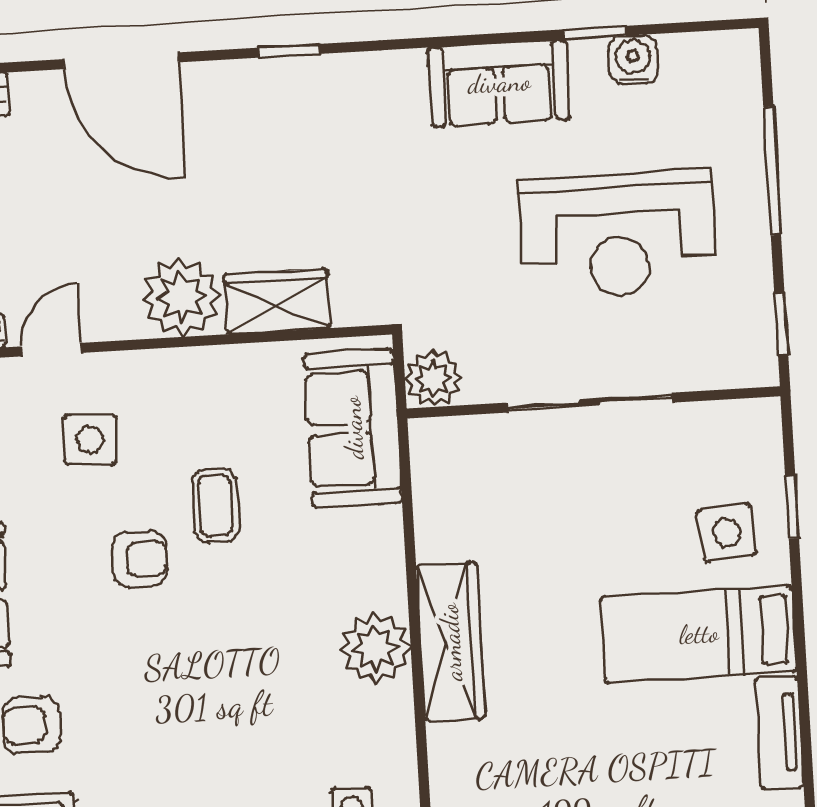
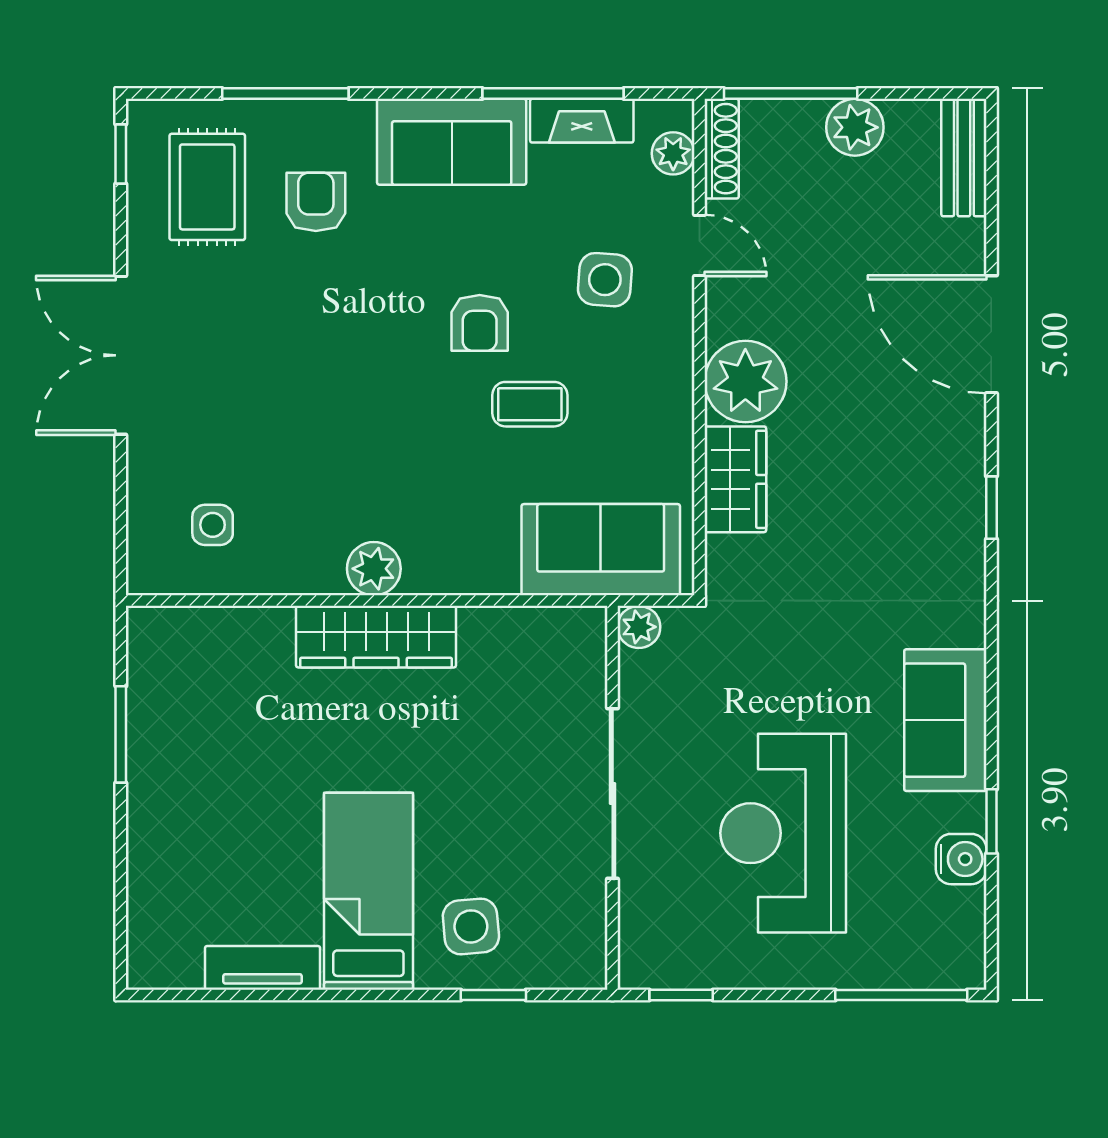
door: (121, 61) -> (991, 334), hinge flipped
window: (772, 171) -> (901, 995), moved
plant: (433, 378) -> (639, 627), width x0.73, depth x0.73
plant: (375, 648) -> (374, 569), width x0.73, depth x0.73

